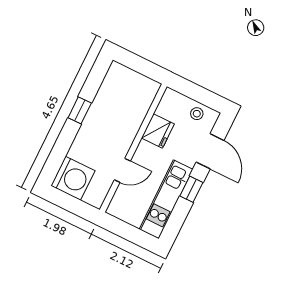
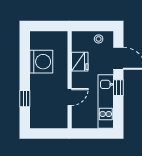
window: (80, 110) -> (25, 99), moved
washing machine: (73, 178) -> (41, 62), moved

